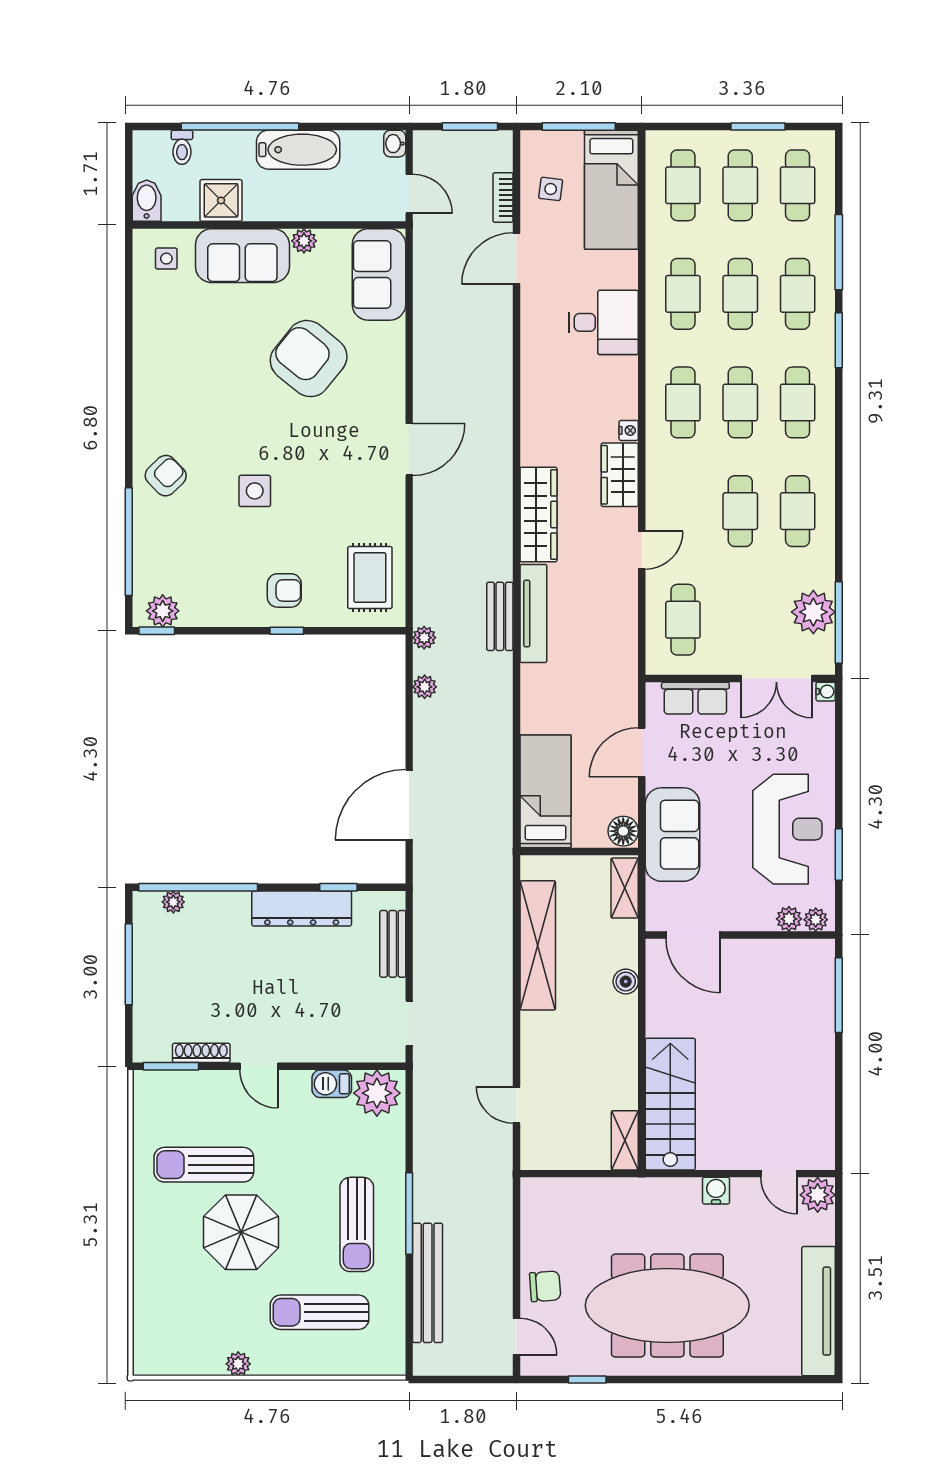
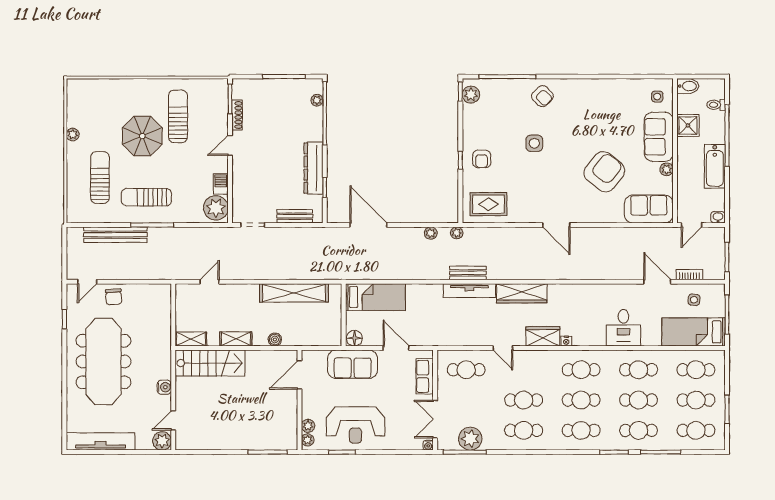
shelving: (625, 888) -> (236, 339), moved

